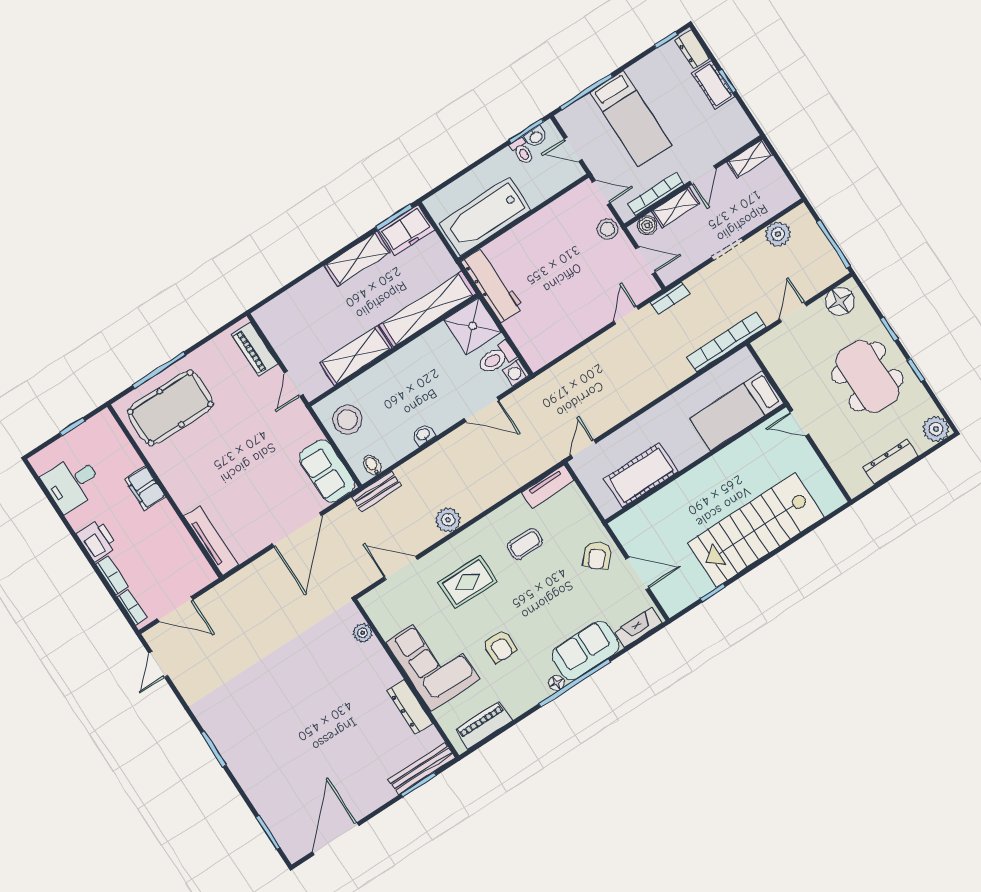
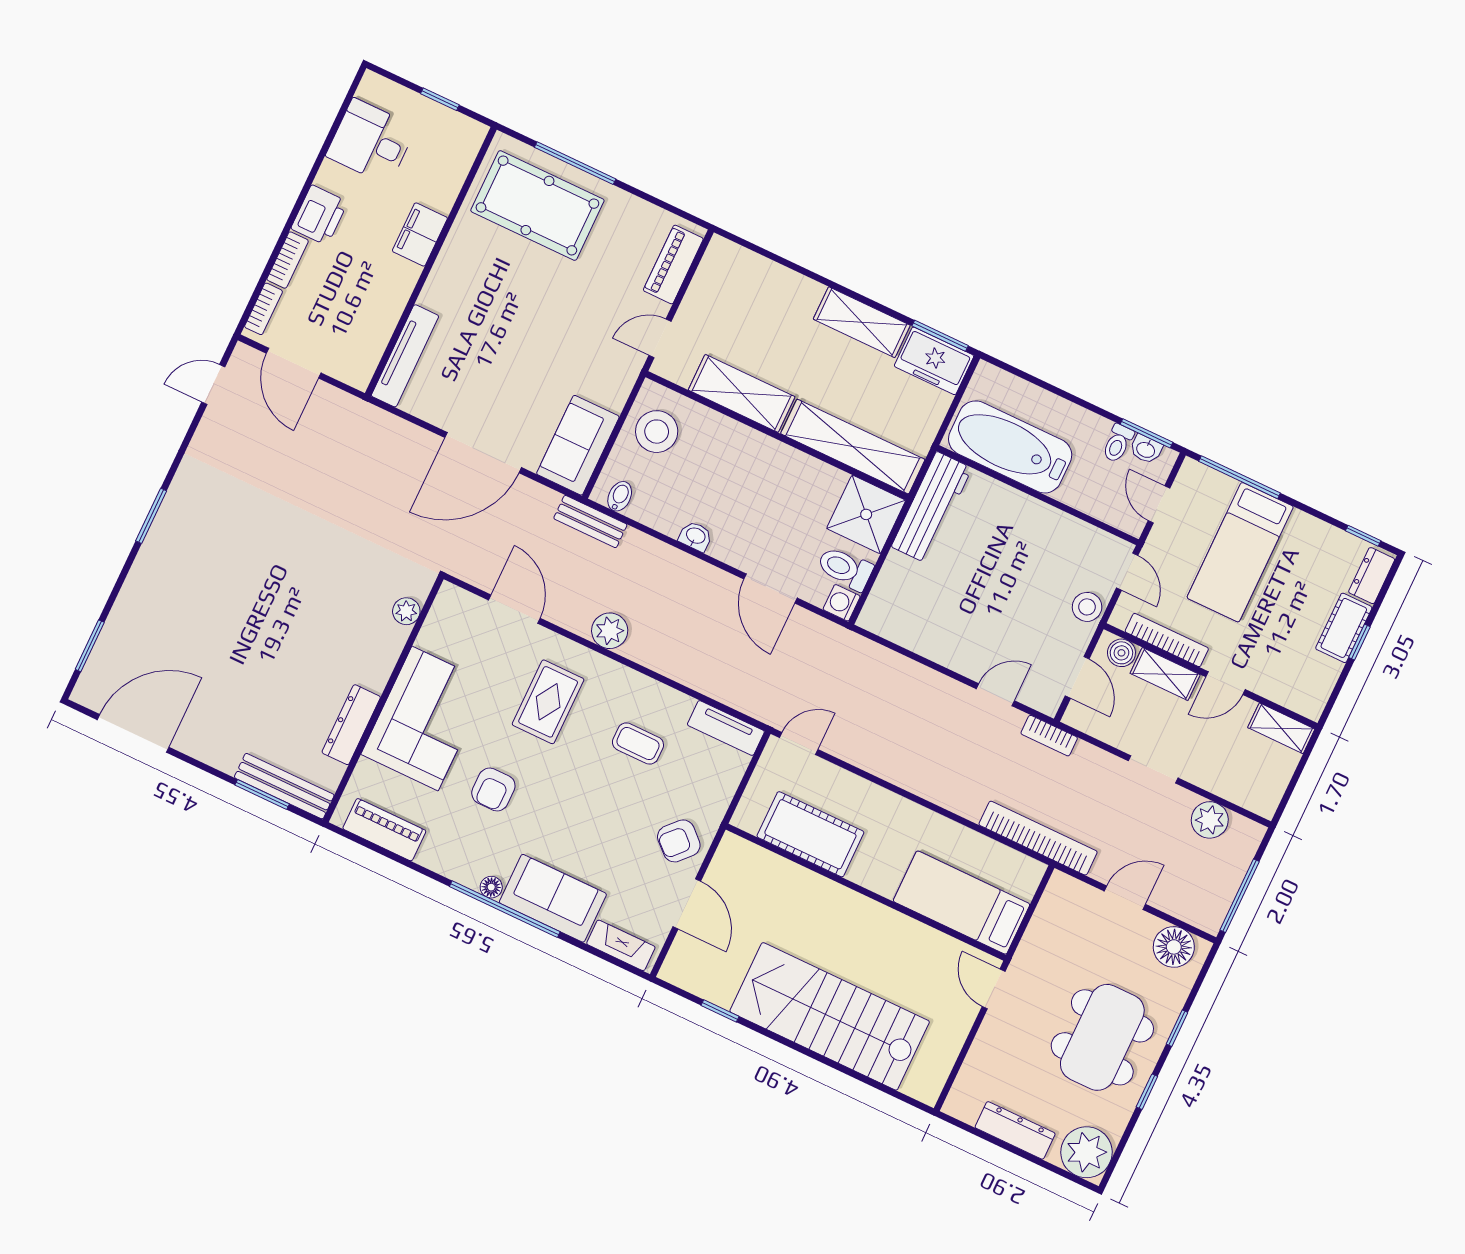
plant: (936, 429) -> (1086, 1152), width x1.36, depth x1.36
rug: (468, 582) -> (548, 702), turned 90

